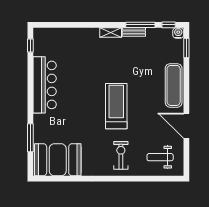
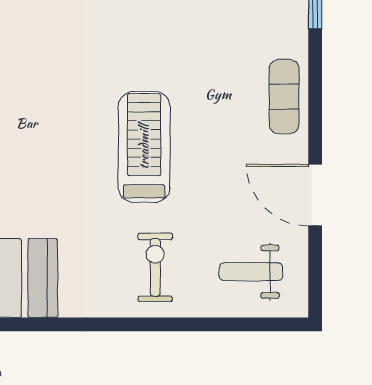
exercise mat: (174, 85) -> (284, 97), width x0.73, depth x0.69

